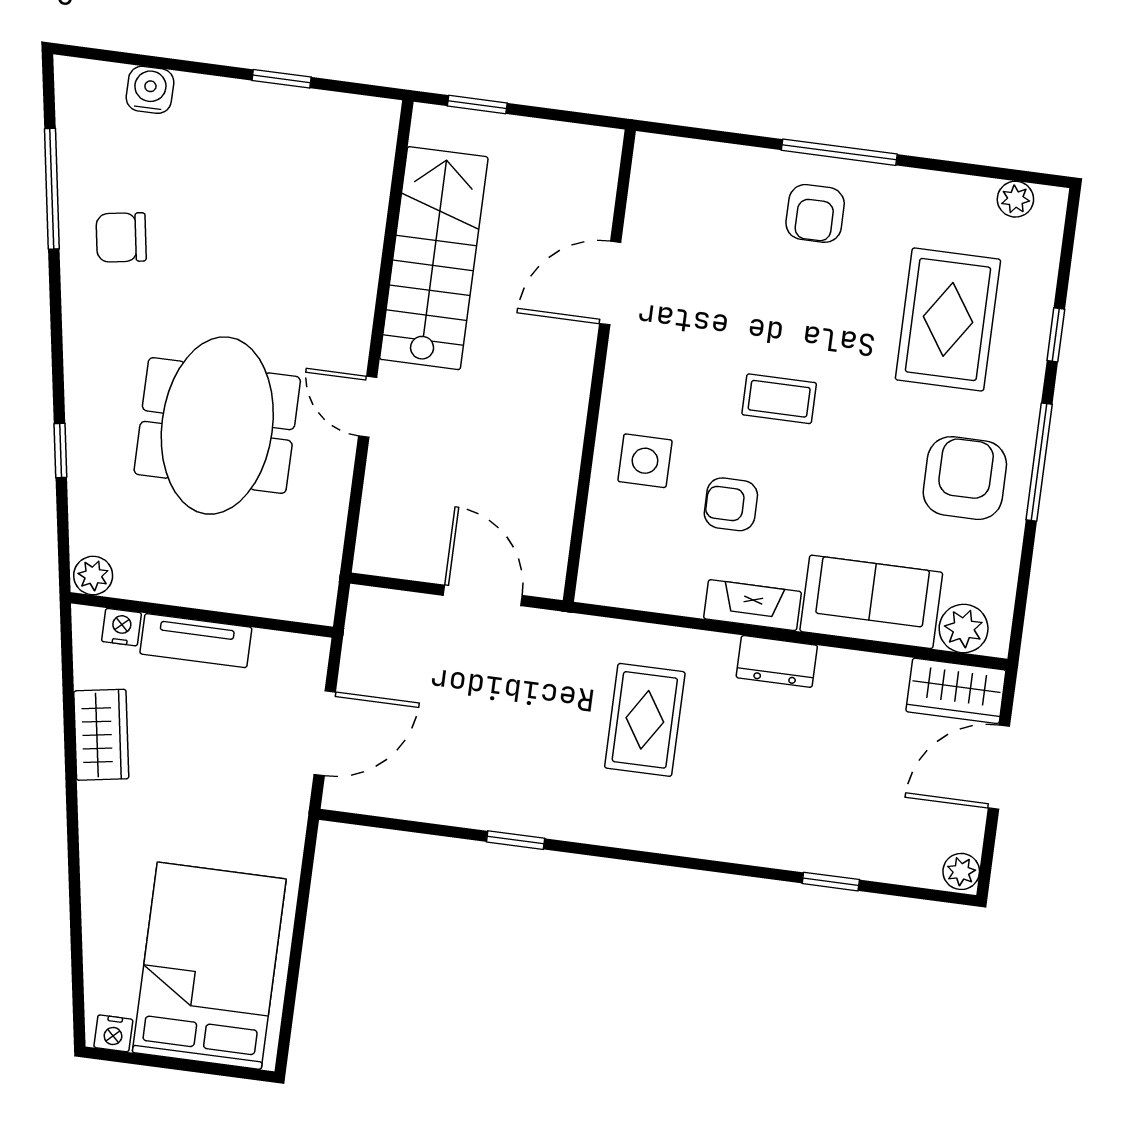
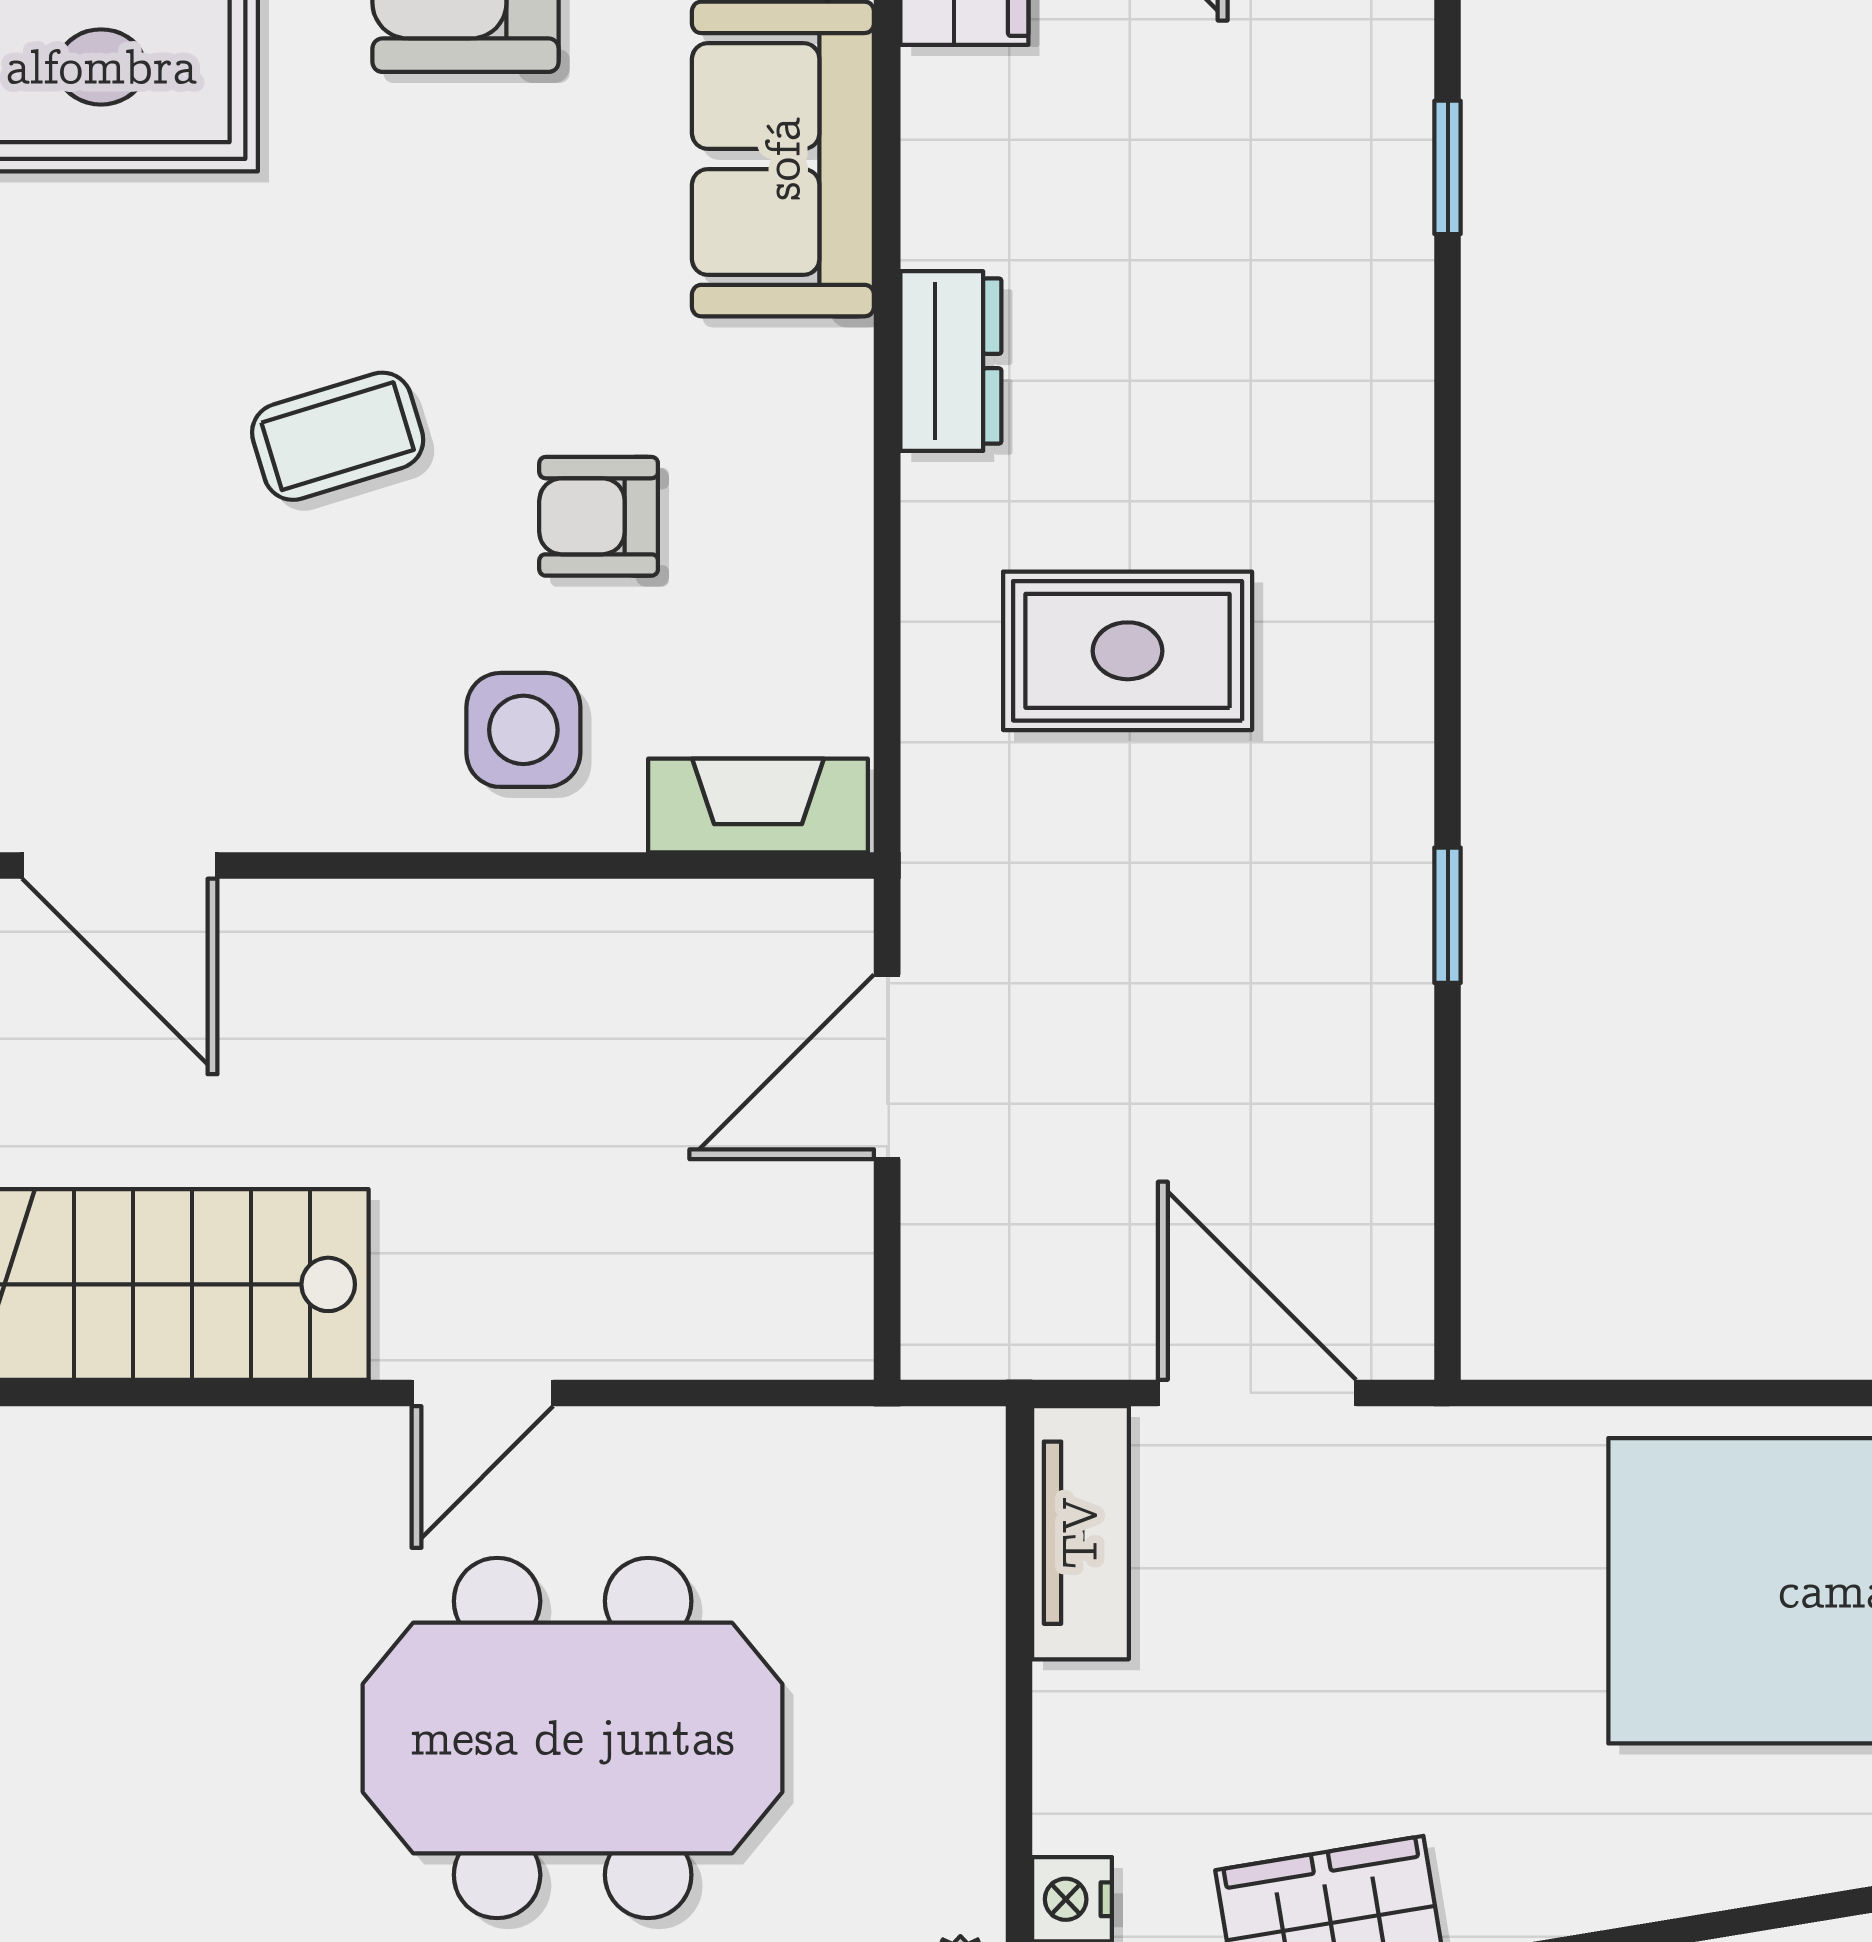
coffee table: (779, 399) -> (338, 436), turned 73
armchair: (731, 504) -> (599, 516), turned 90
fireplace: (753, 605) -> (758, 805), moved, turned 90
tv unit: (196, 641) -> (1080, 1533), moved

